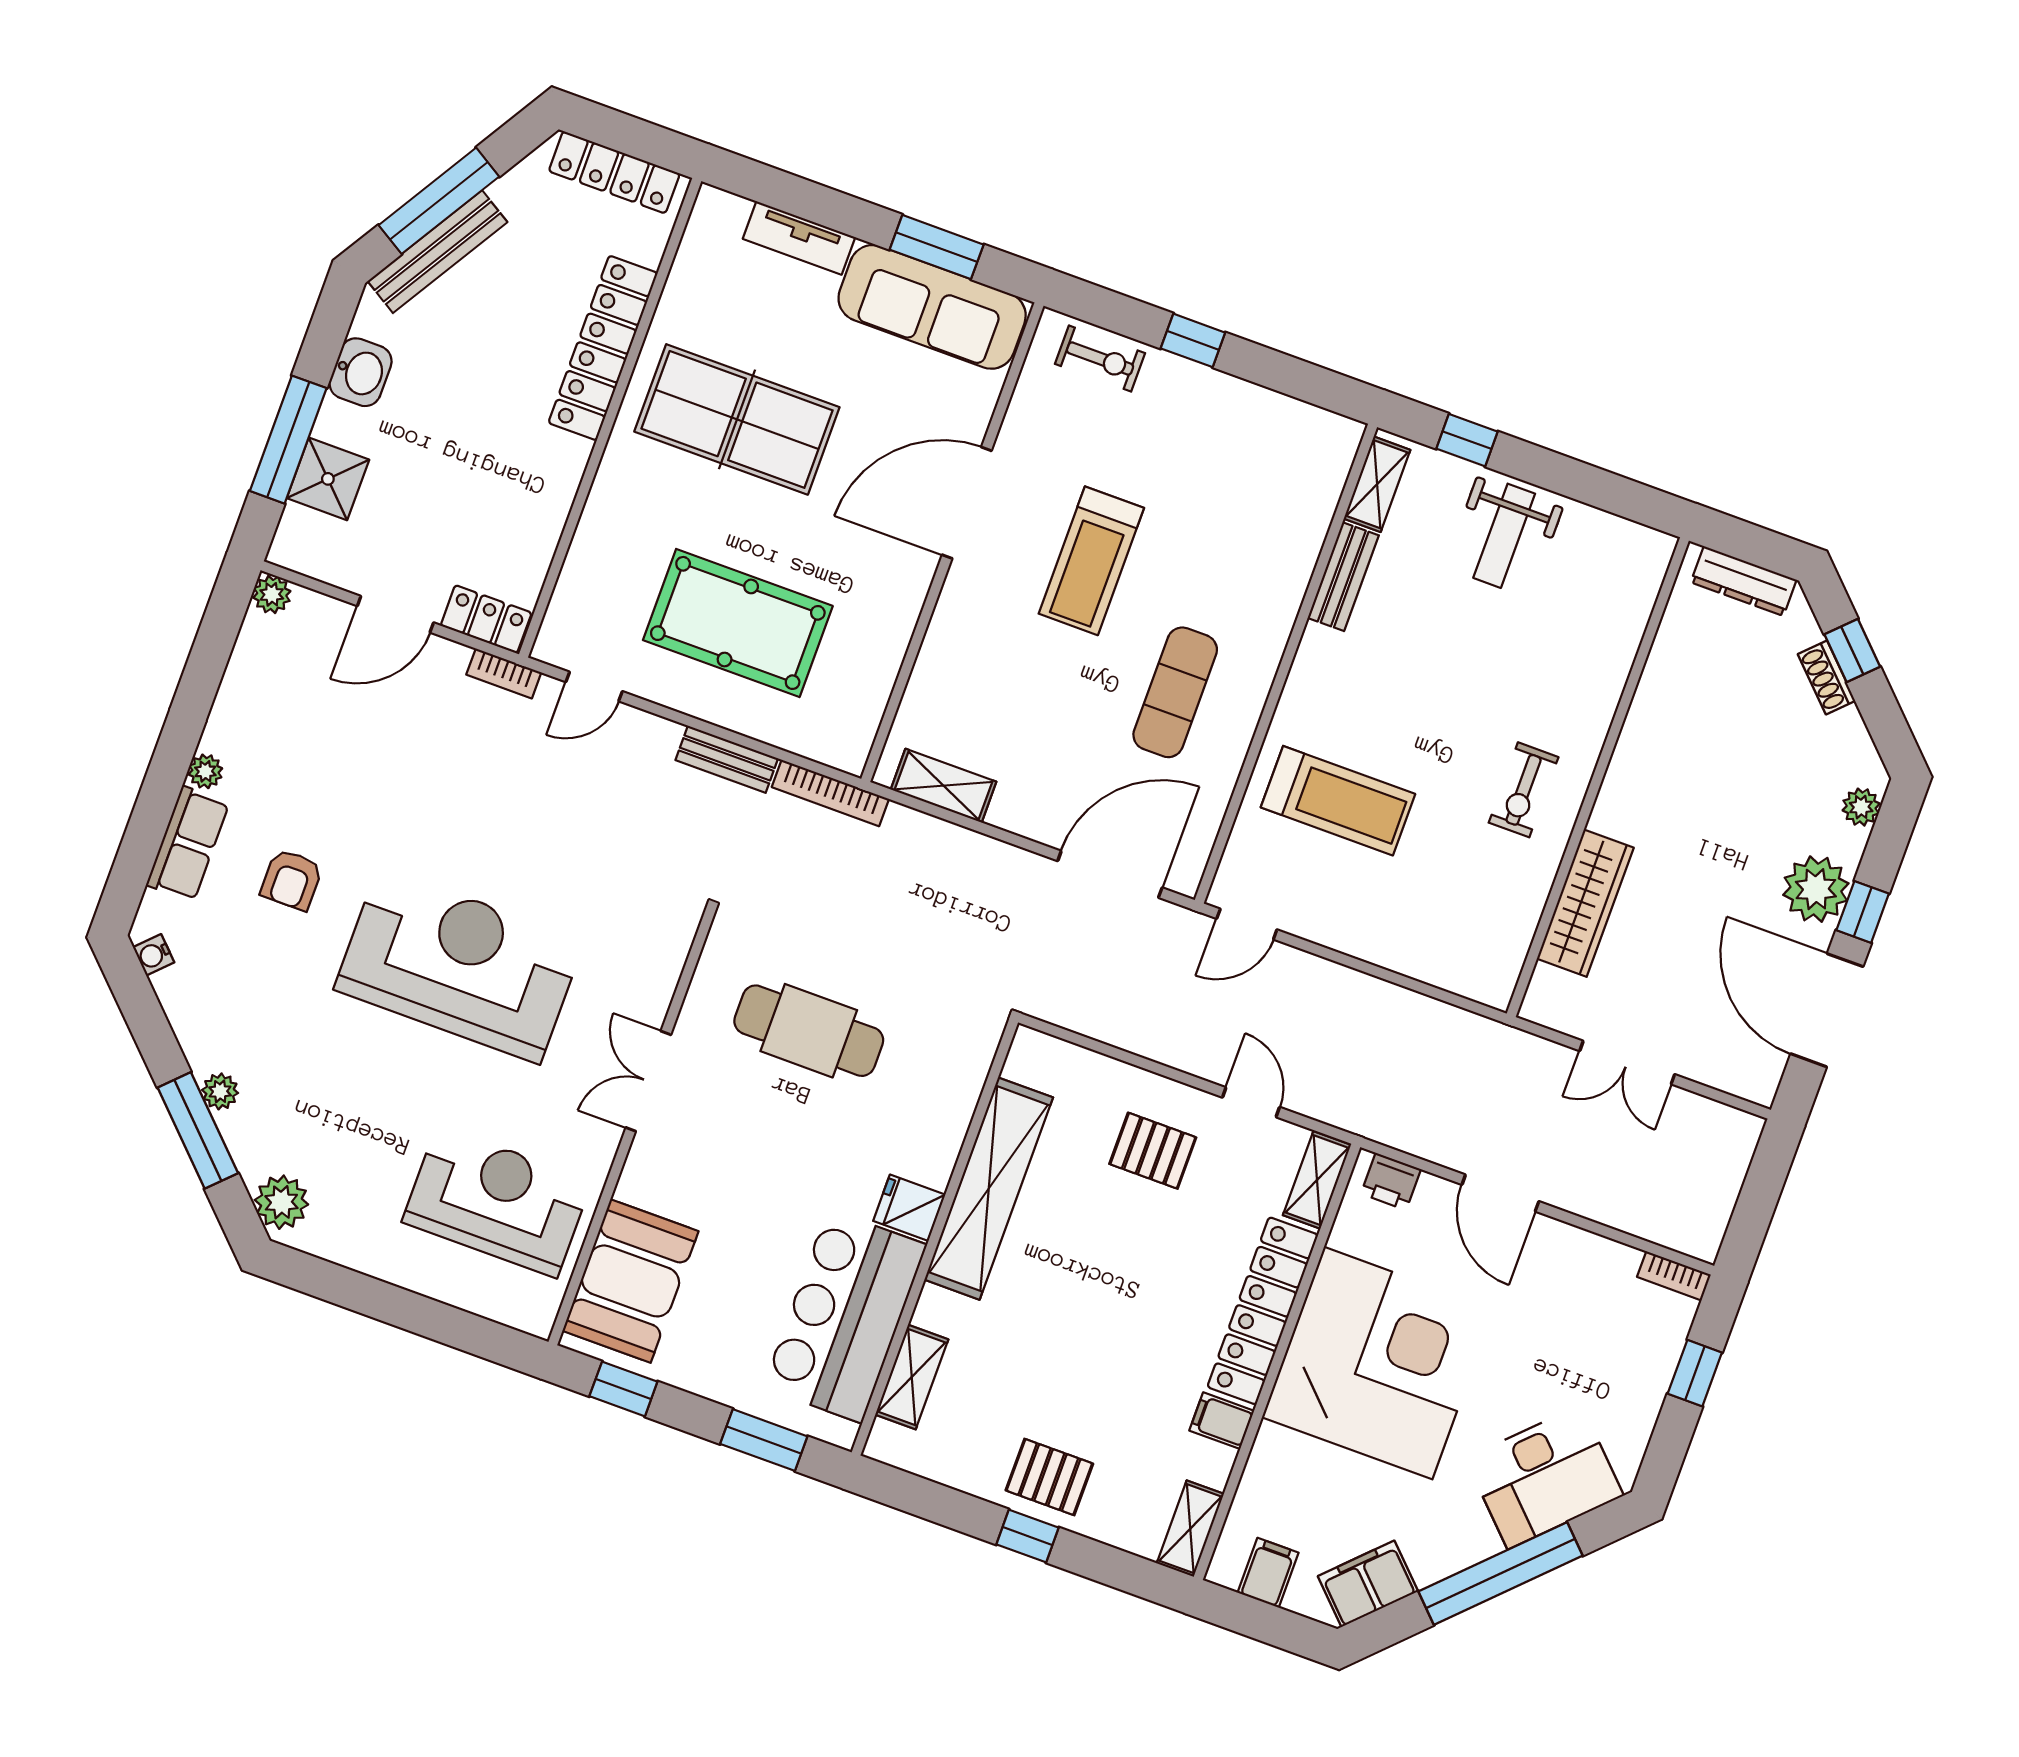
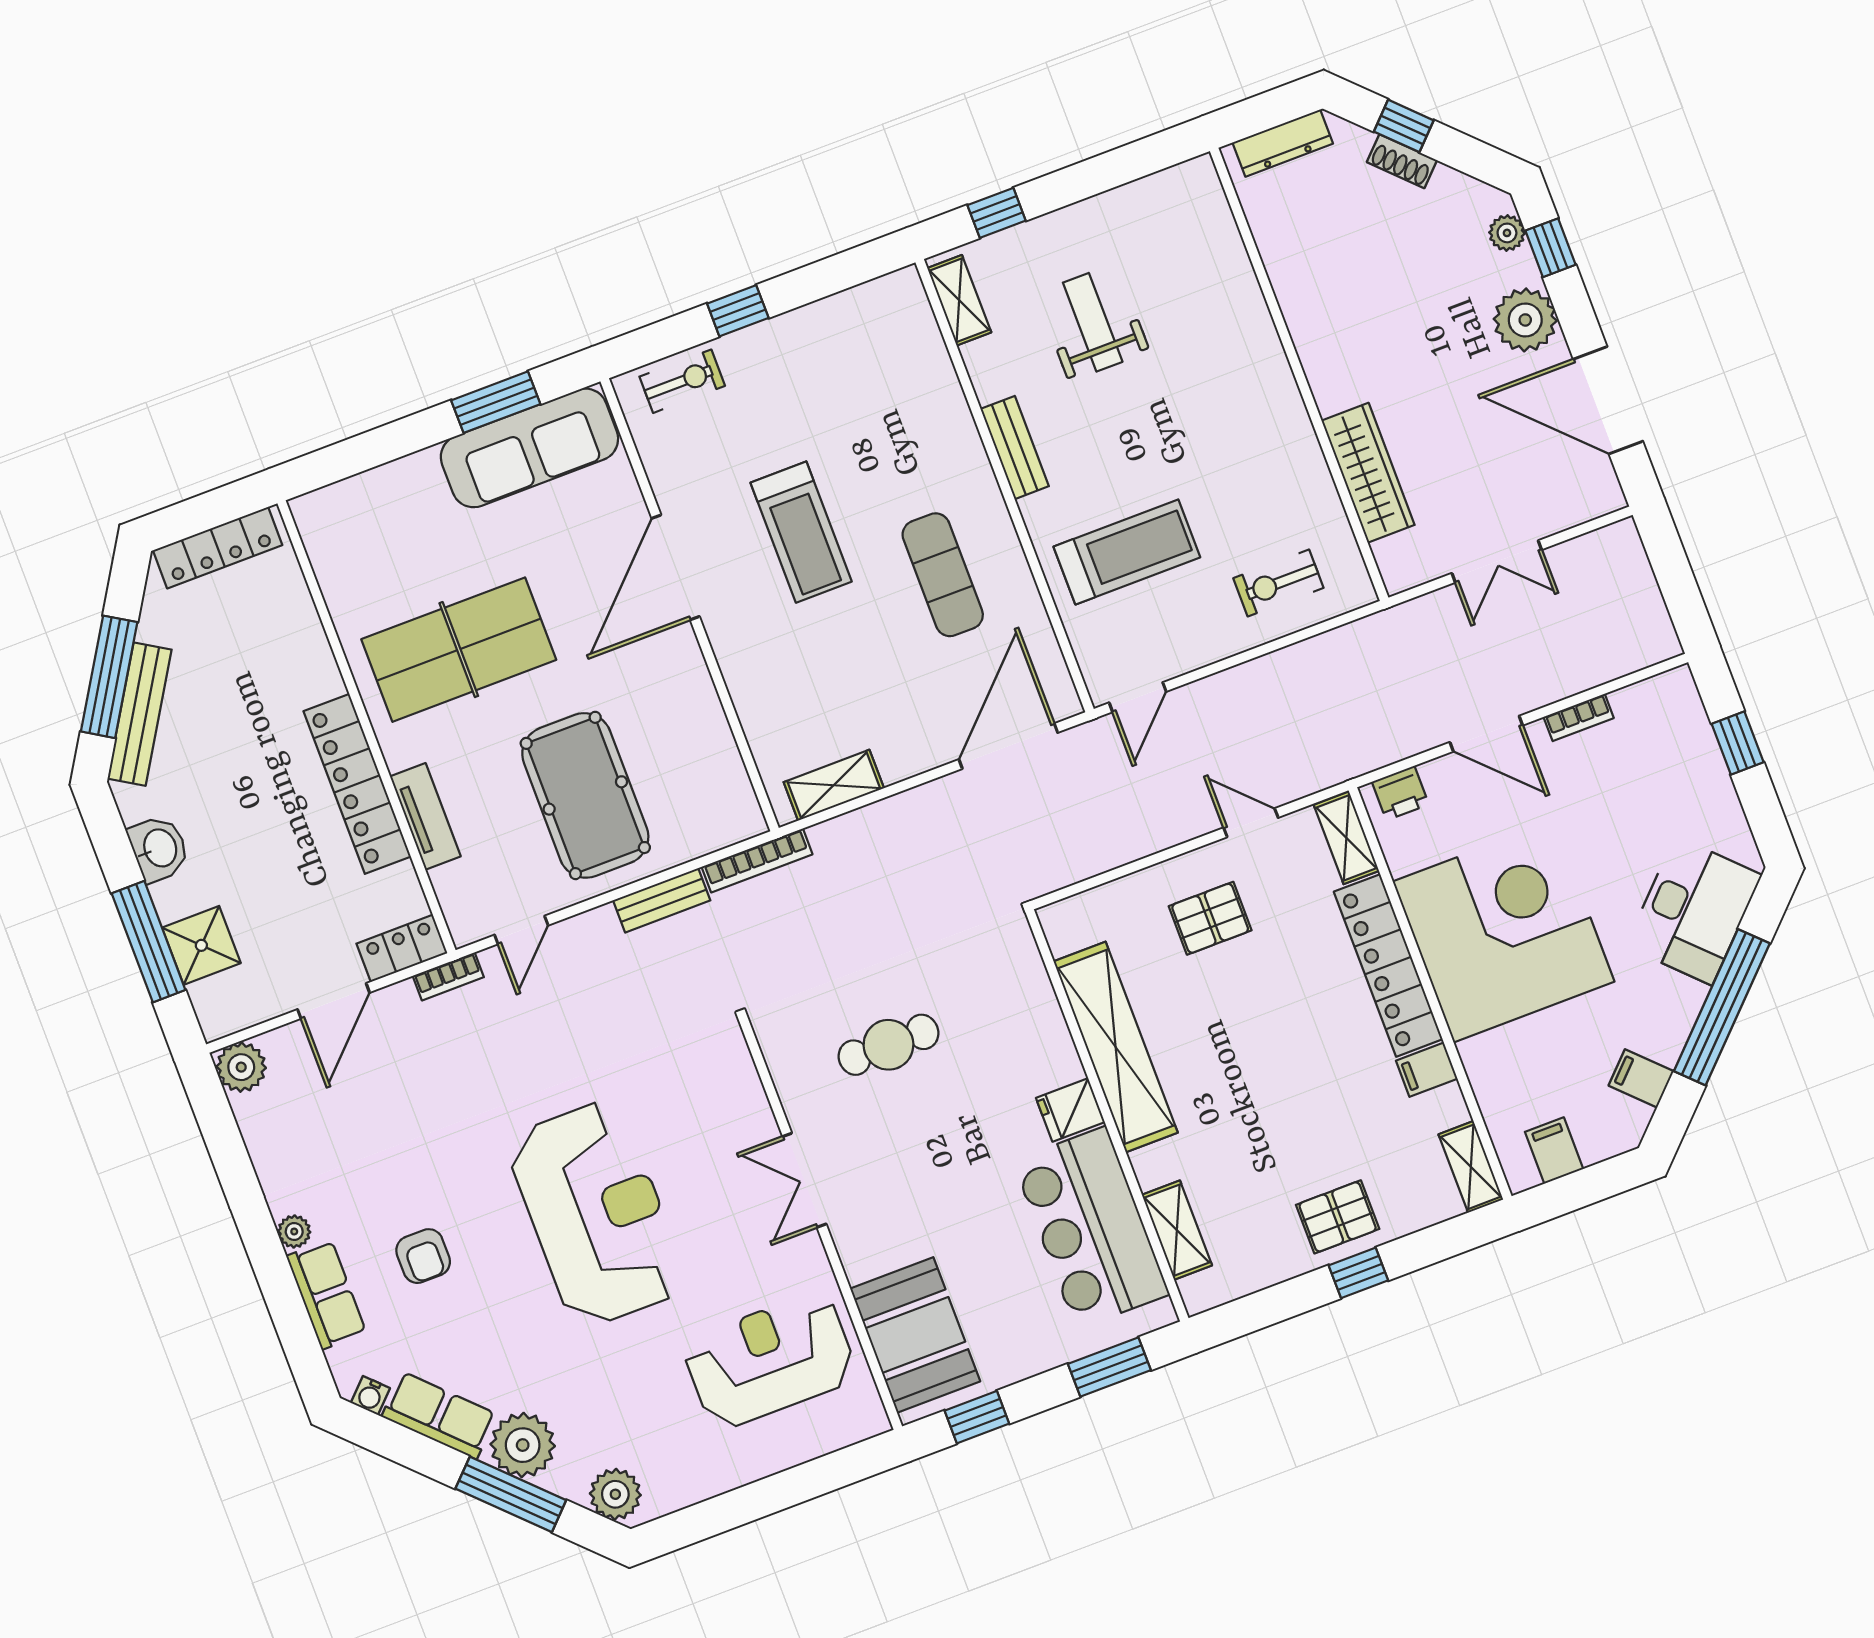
tv unit: (799, 238) -> (425, 816), moved, turned -90
locker: (603, 348) -> (357, 784), moved
weight bench: (1504, 536) -> (1093, 322), moved, turned 180
bench: (1343, 577) -> (1015, 448), moved
plant: (272, 594) -> (241, 1067), width x1.38, depth x1.38
pool table: (738, 623) -> (585, 795), turned 90
exercise bike: (1524, 790) -> (1278, 583), moved, turned 90
window: (1863, 912) -> (1550, 248), moved
reception desk: (459, 965) -> (597, 1214), turned 90
row of seats: (195, 1018) -> (439, 1415), added
cafe table: (809, 1031) -> (888, 1045), width x0.73, depth x0.74
plant: (220, 1091) -> (523, 1445), width x1.87, depth x1.87
bookcase: (1674, 1276) -> (1579, 717), moved
filing cabinet: (1368, 1584) -> (1641, 1078), width x0.50

